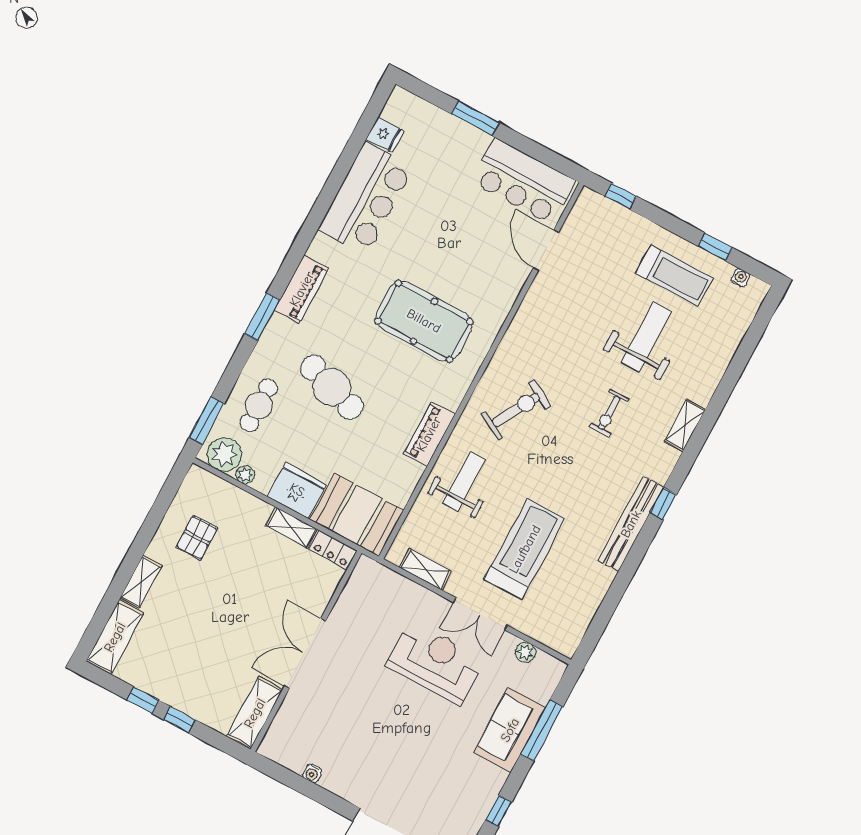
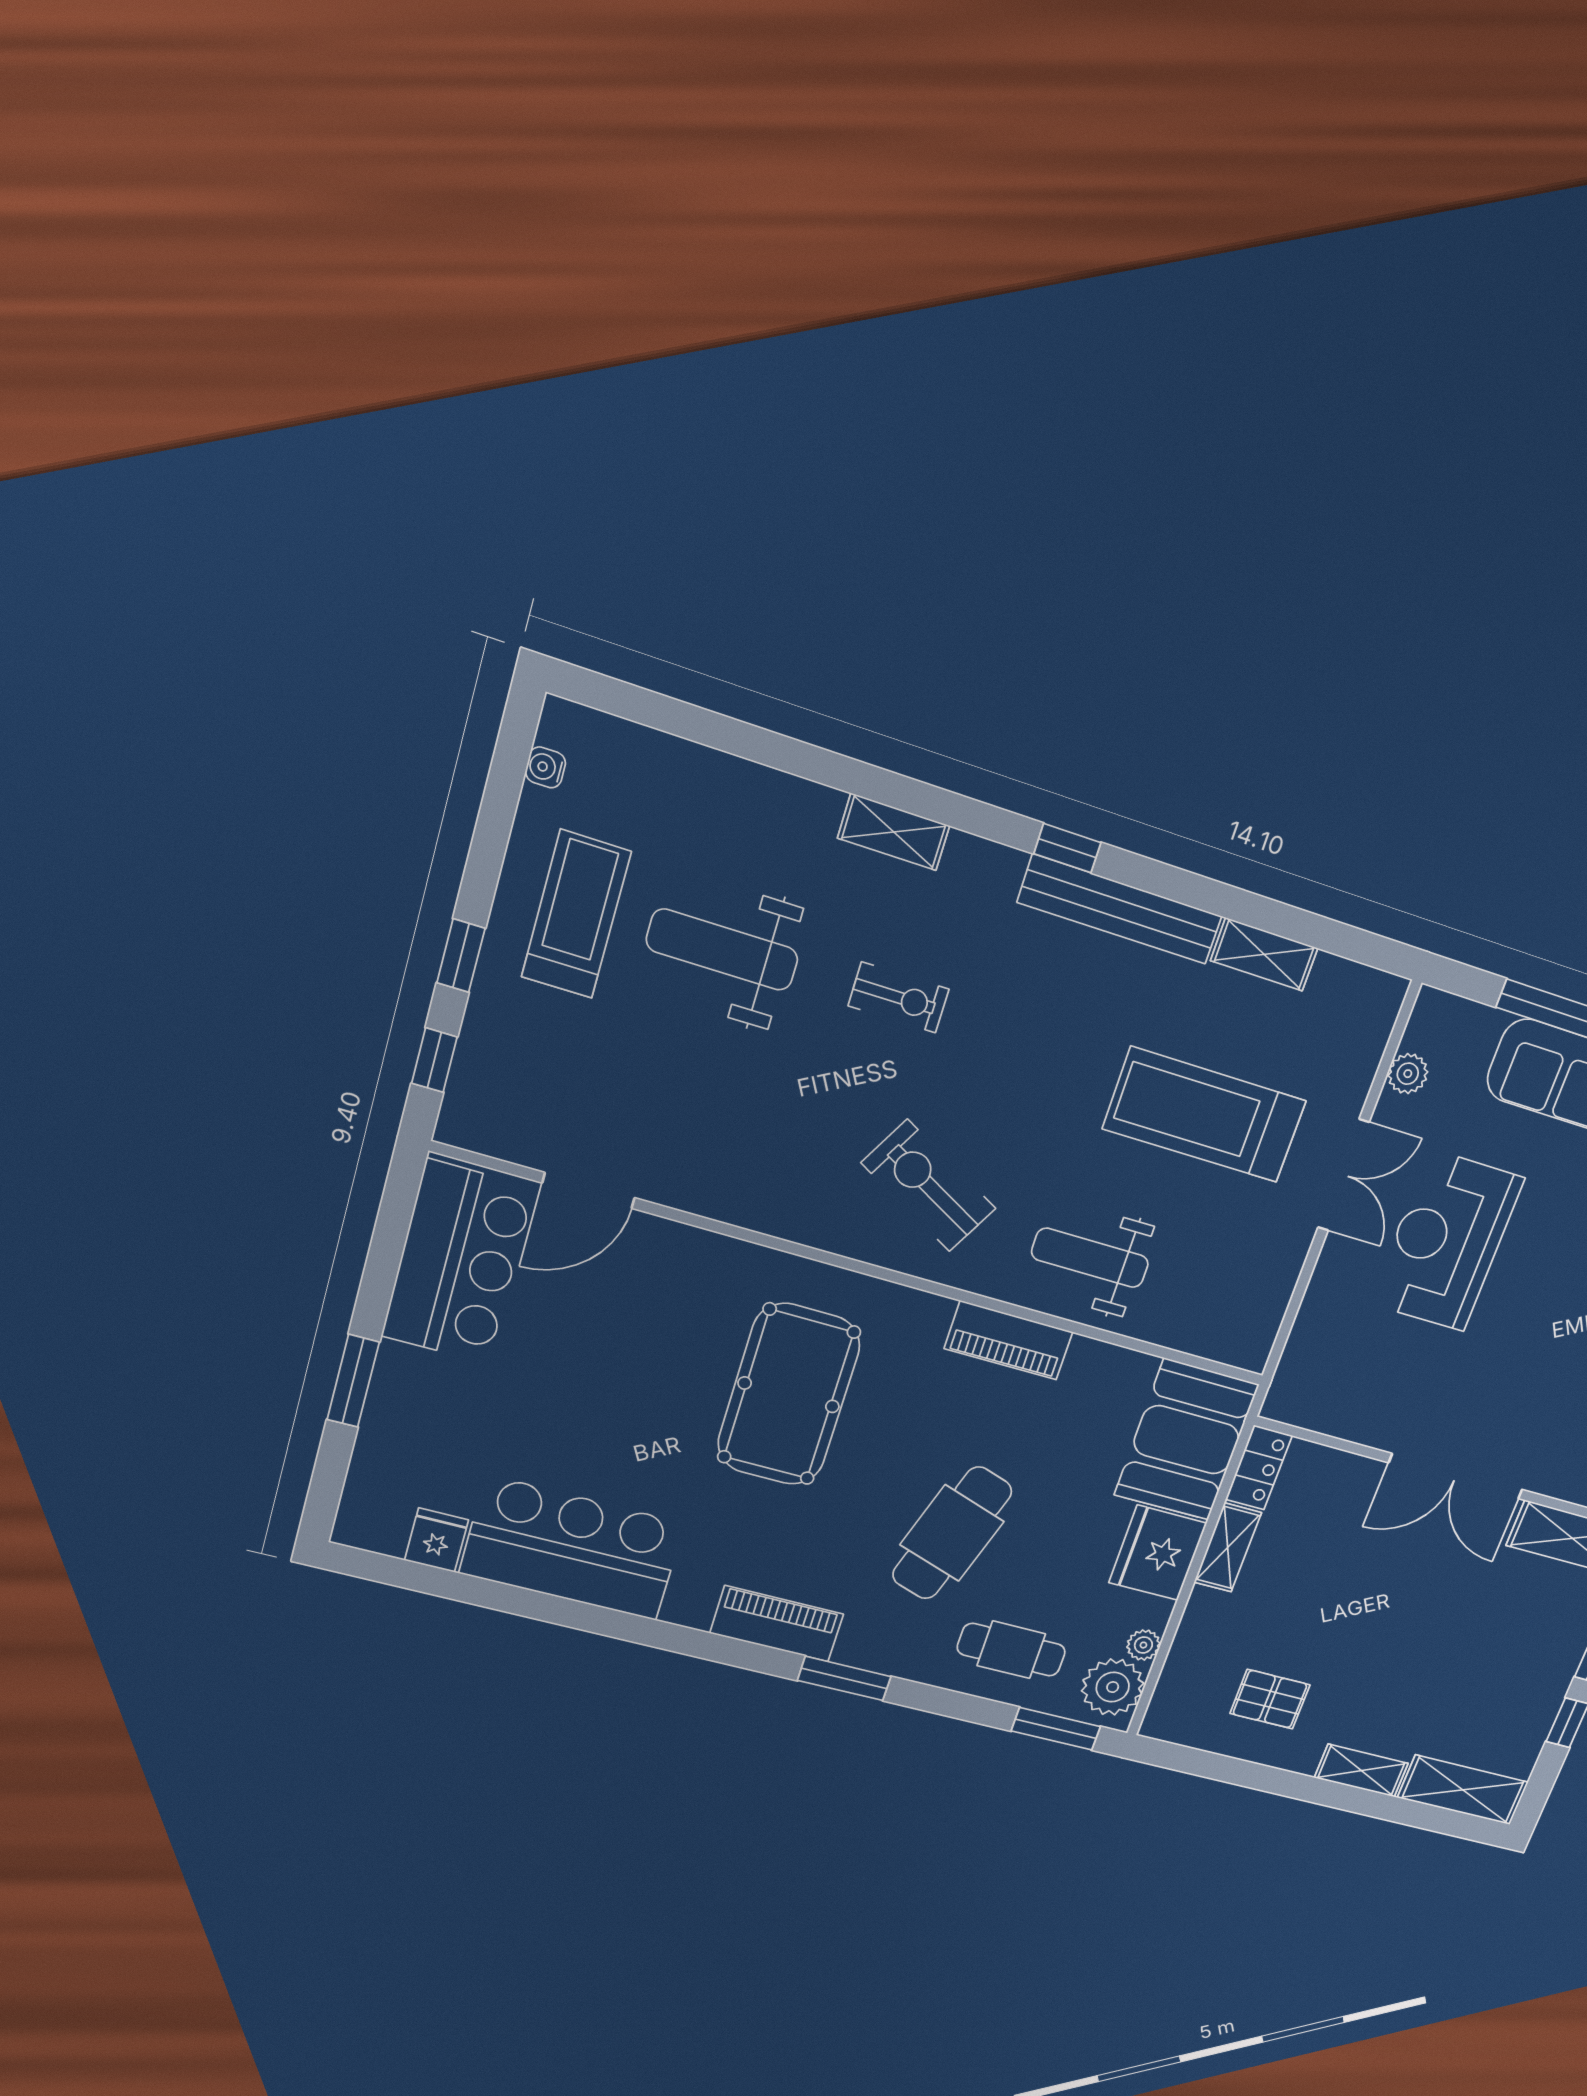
window: (715, 247) -> (461, 956), moved
shelving: (425, 569) -> (1264, 954), moved, turned 90

